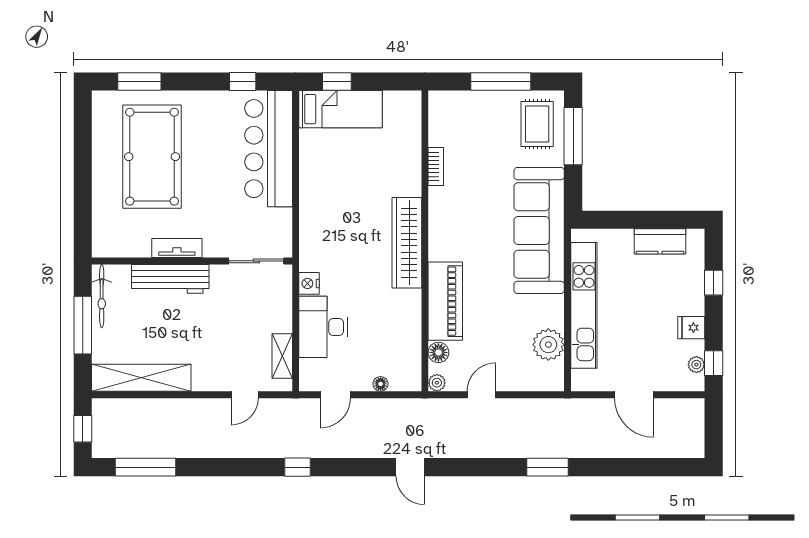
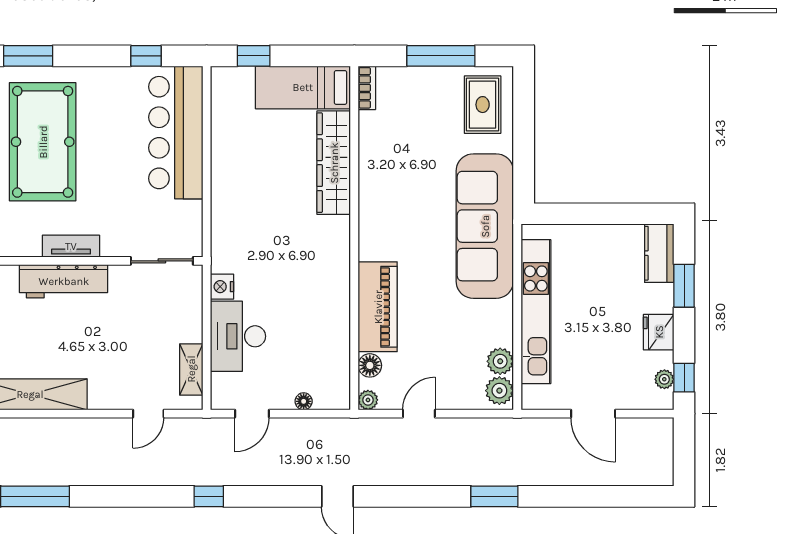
bed: (341, 109) -> (303, 87), moved, turned 180
window: (573, 136) -> (524, 118), removed
bookcase: (436, 166) -> (367, 88), moved
kitchen counter: (660, 241) -> (659, 253), moved, turned 90
wardrobe: (407, 243) -> (334, 163), moved
window: (714, 283) -> (684, 286), width x1.50
fridge: (691, 328) -> (659, 332), width x1.38
plant: (548, 345) -> (500, 361), width x0.73, depth x0.73
plant: (552, 375) -> (499, 391), added

